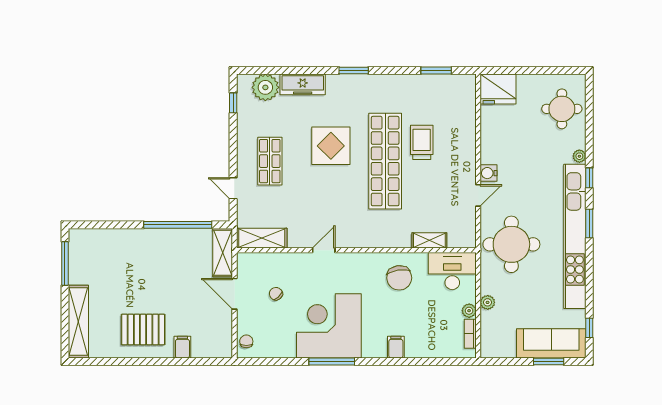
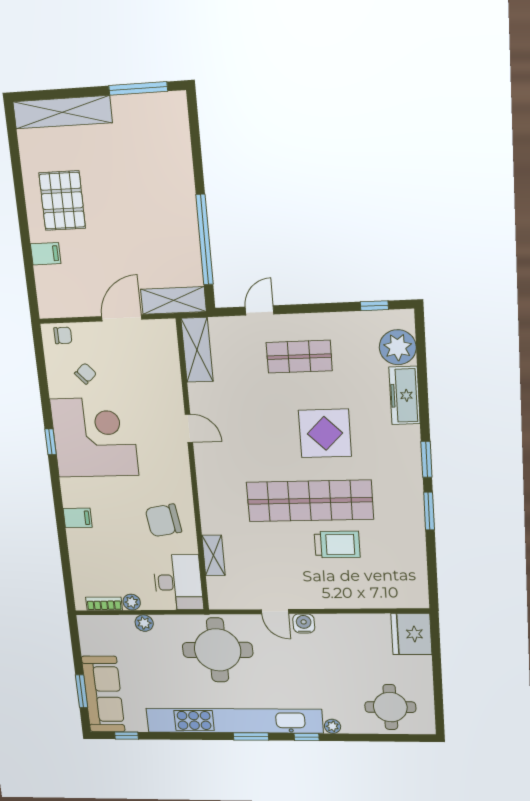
window: (436, 70) -> (429, 511), moved
chair: (276, 294) -> (86, 374), moved
window: (332, 361) -> (51, 442), width x0.46

